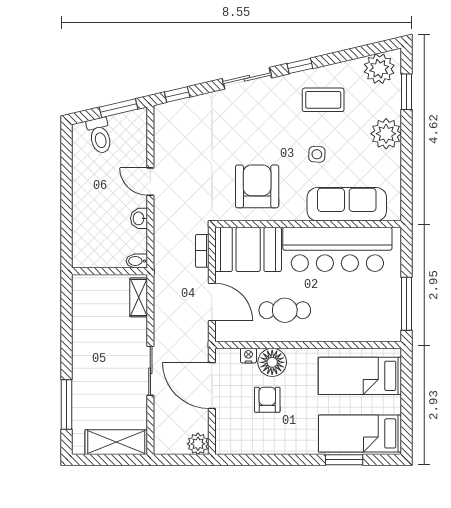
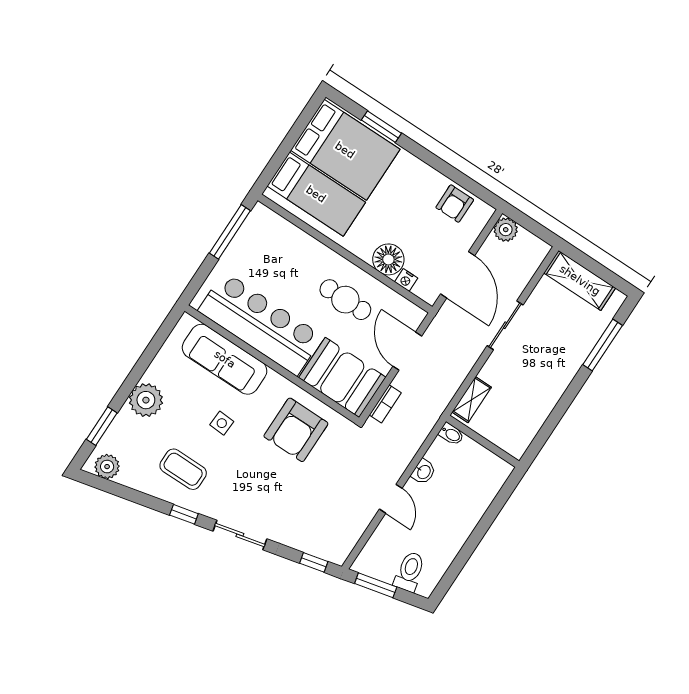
plant: (379, 69) -> (107, 467), width x0.73, depth x0.73
armchair: (267, 400) -> (455, 204), moved
bed: (360, 433) -> (345, 150), width x1.50

